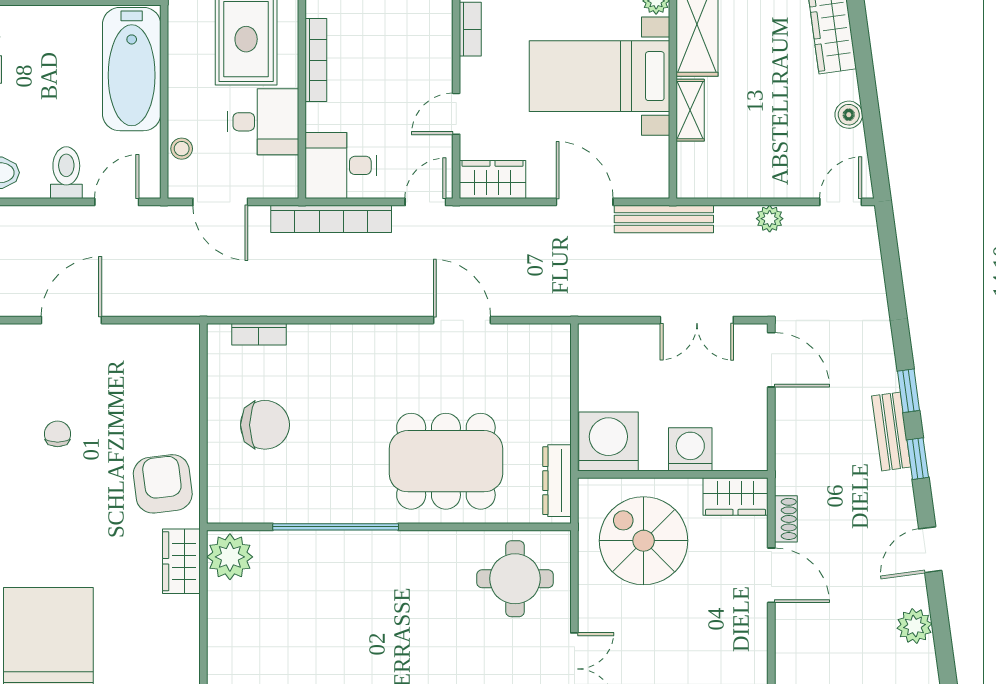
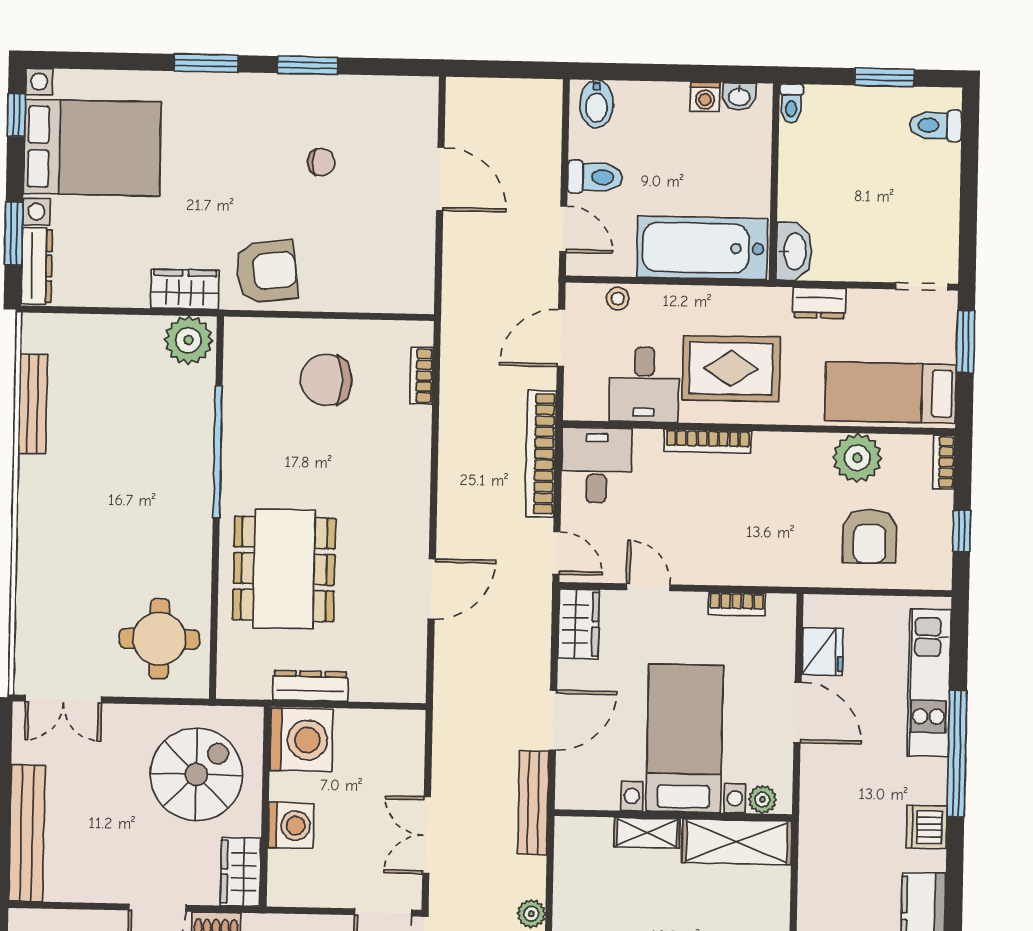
chair: (265, 425) -> (326, 380), turned 90
dresser: (557, 481) -> (310, 686), moved

